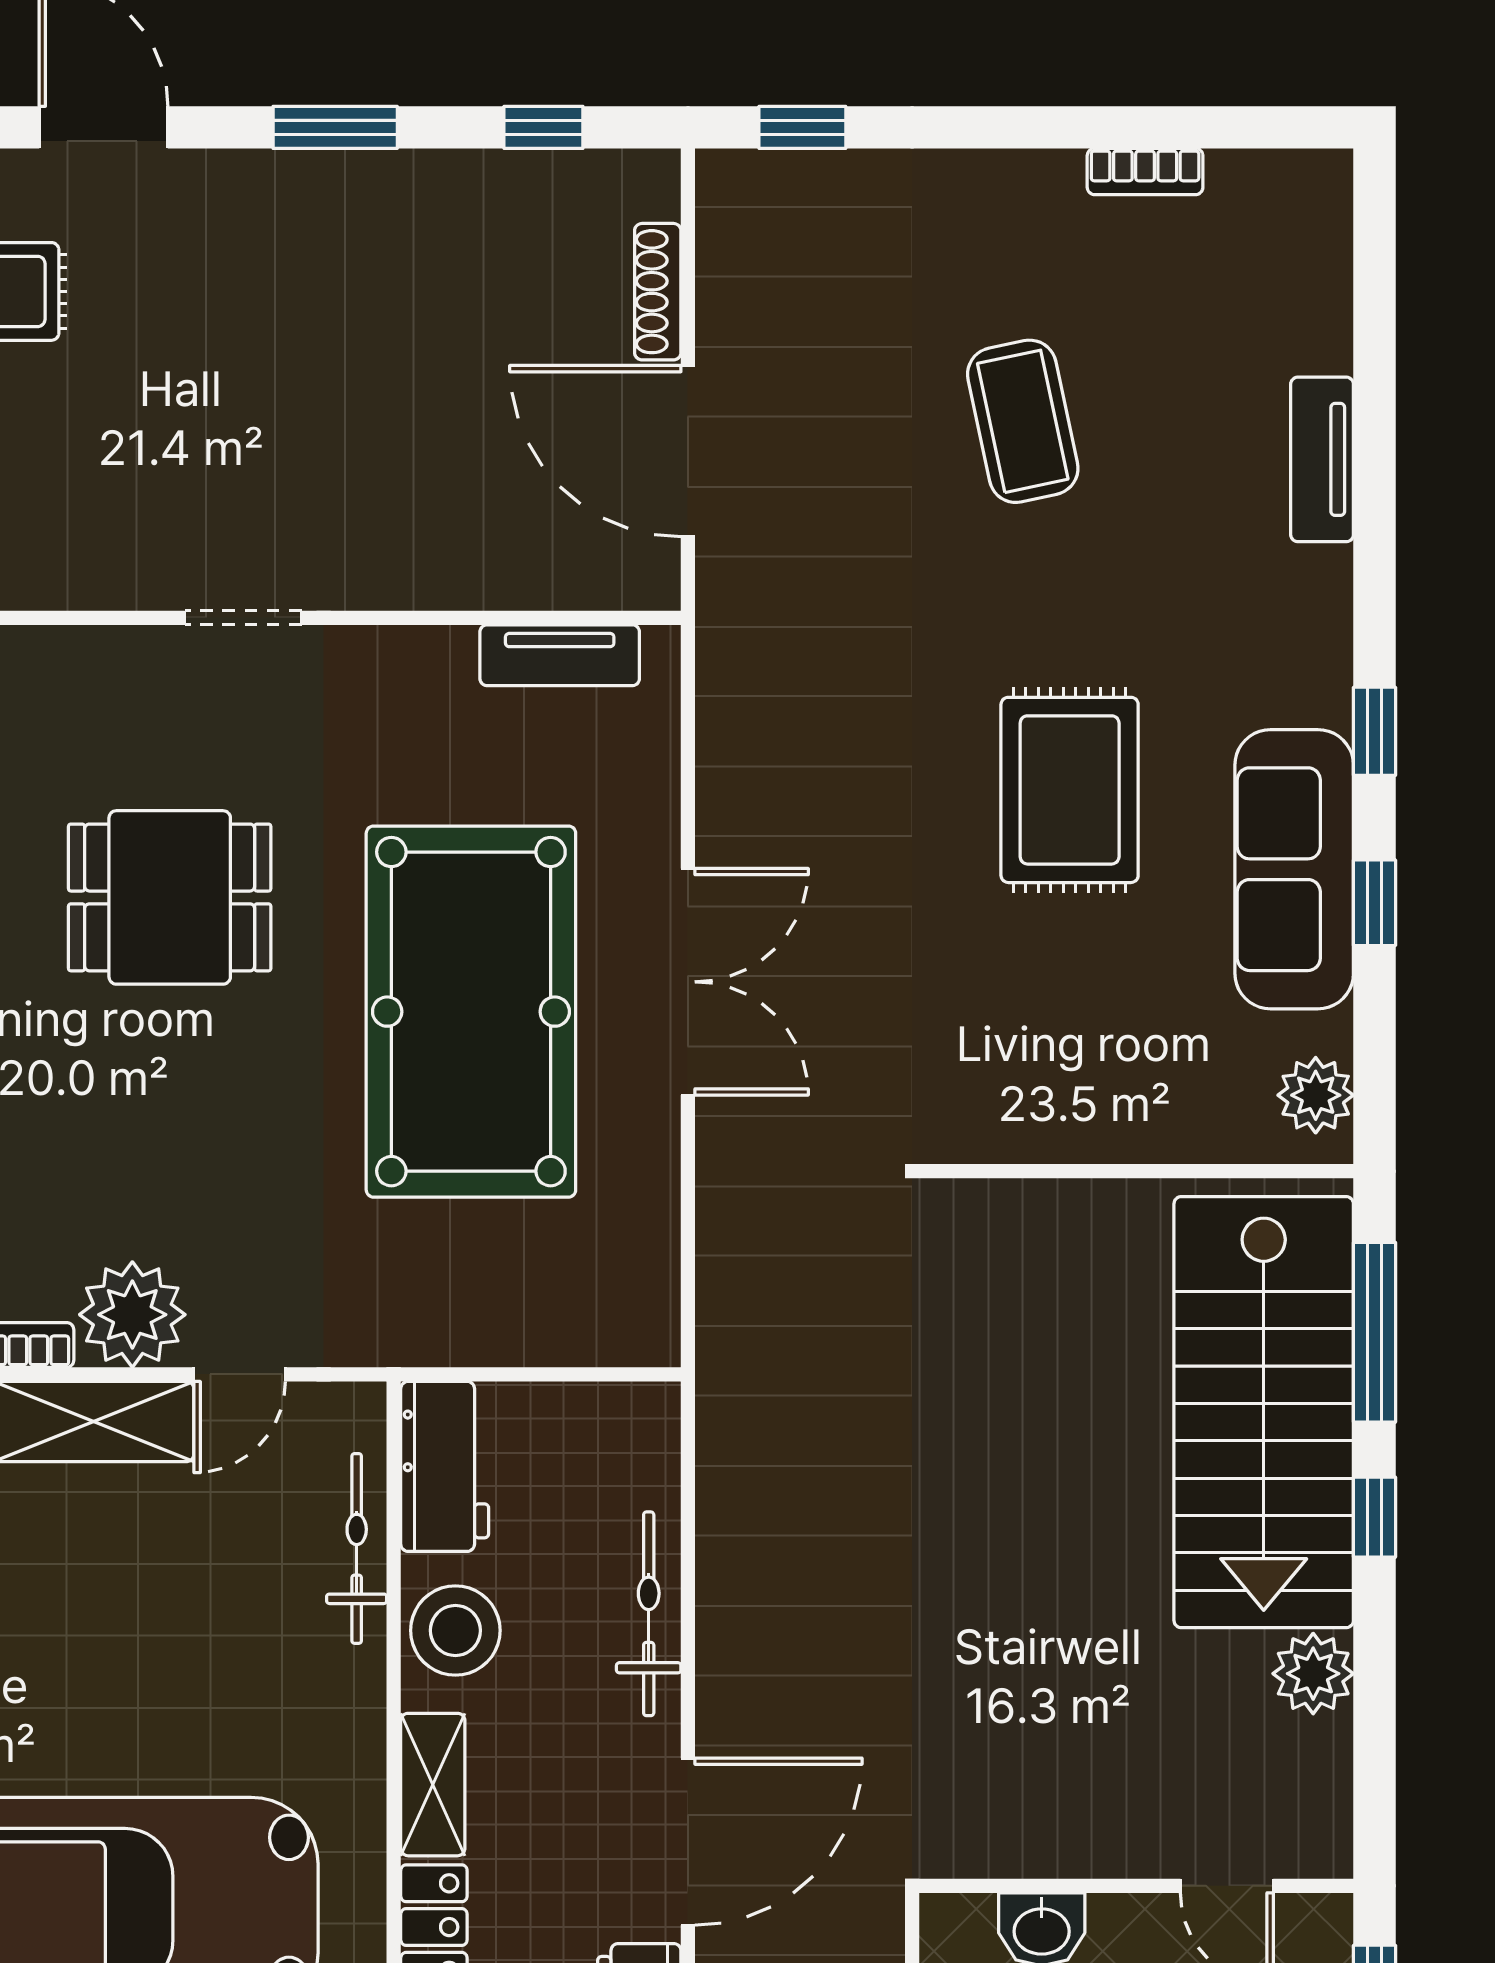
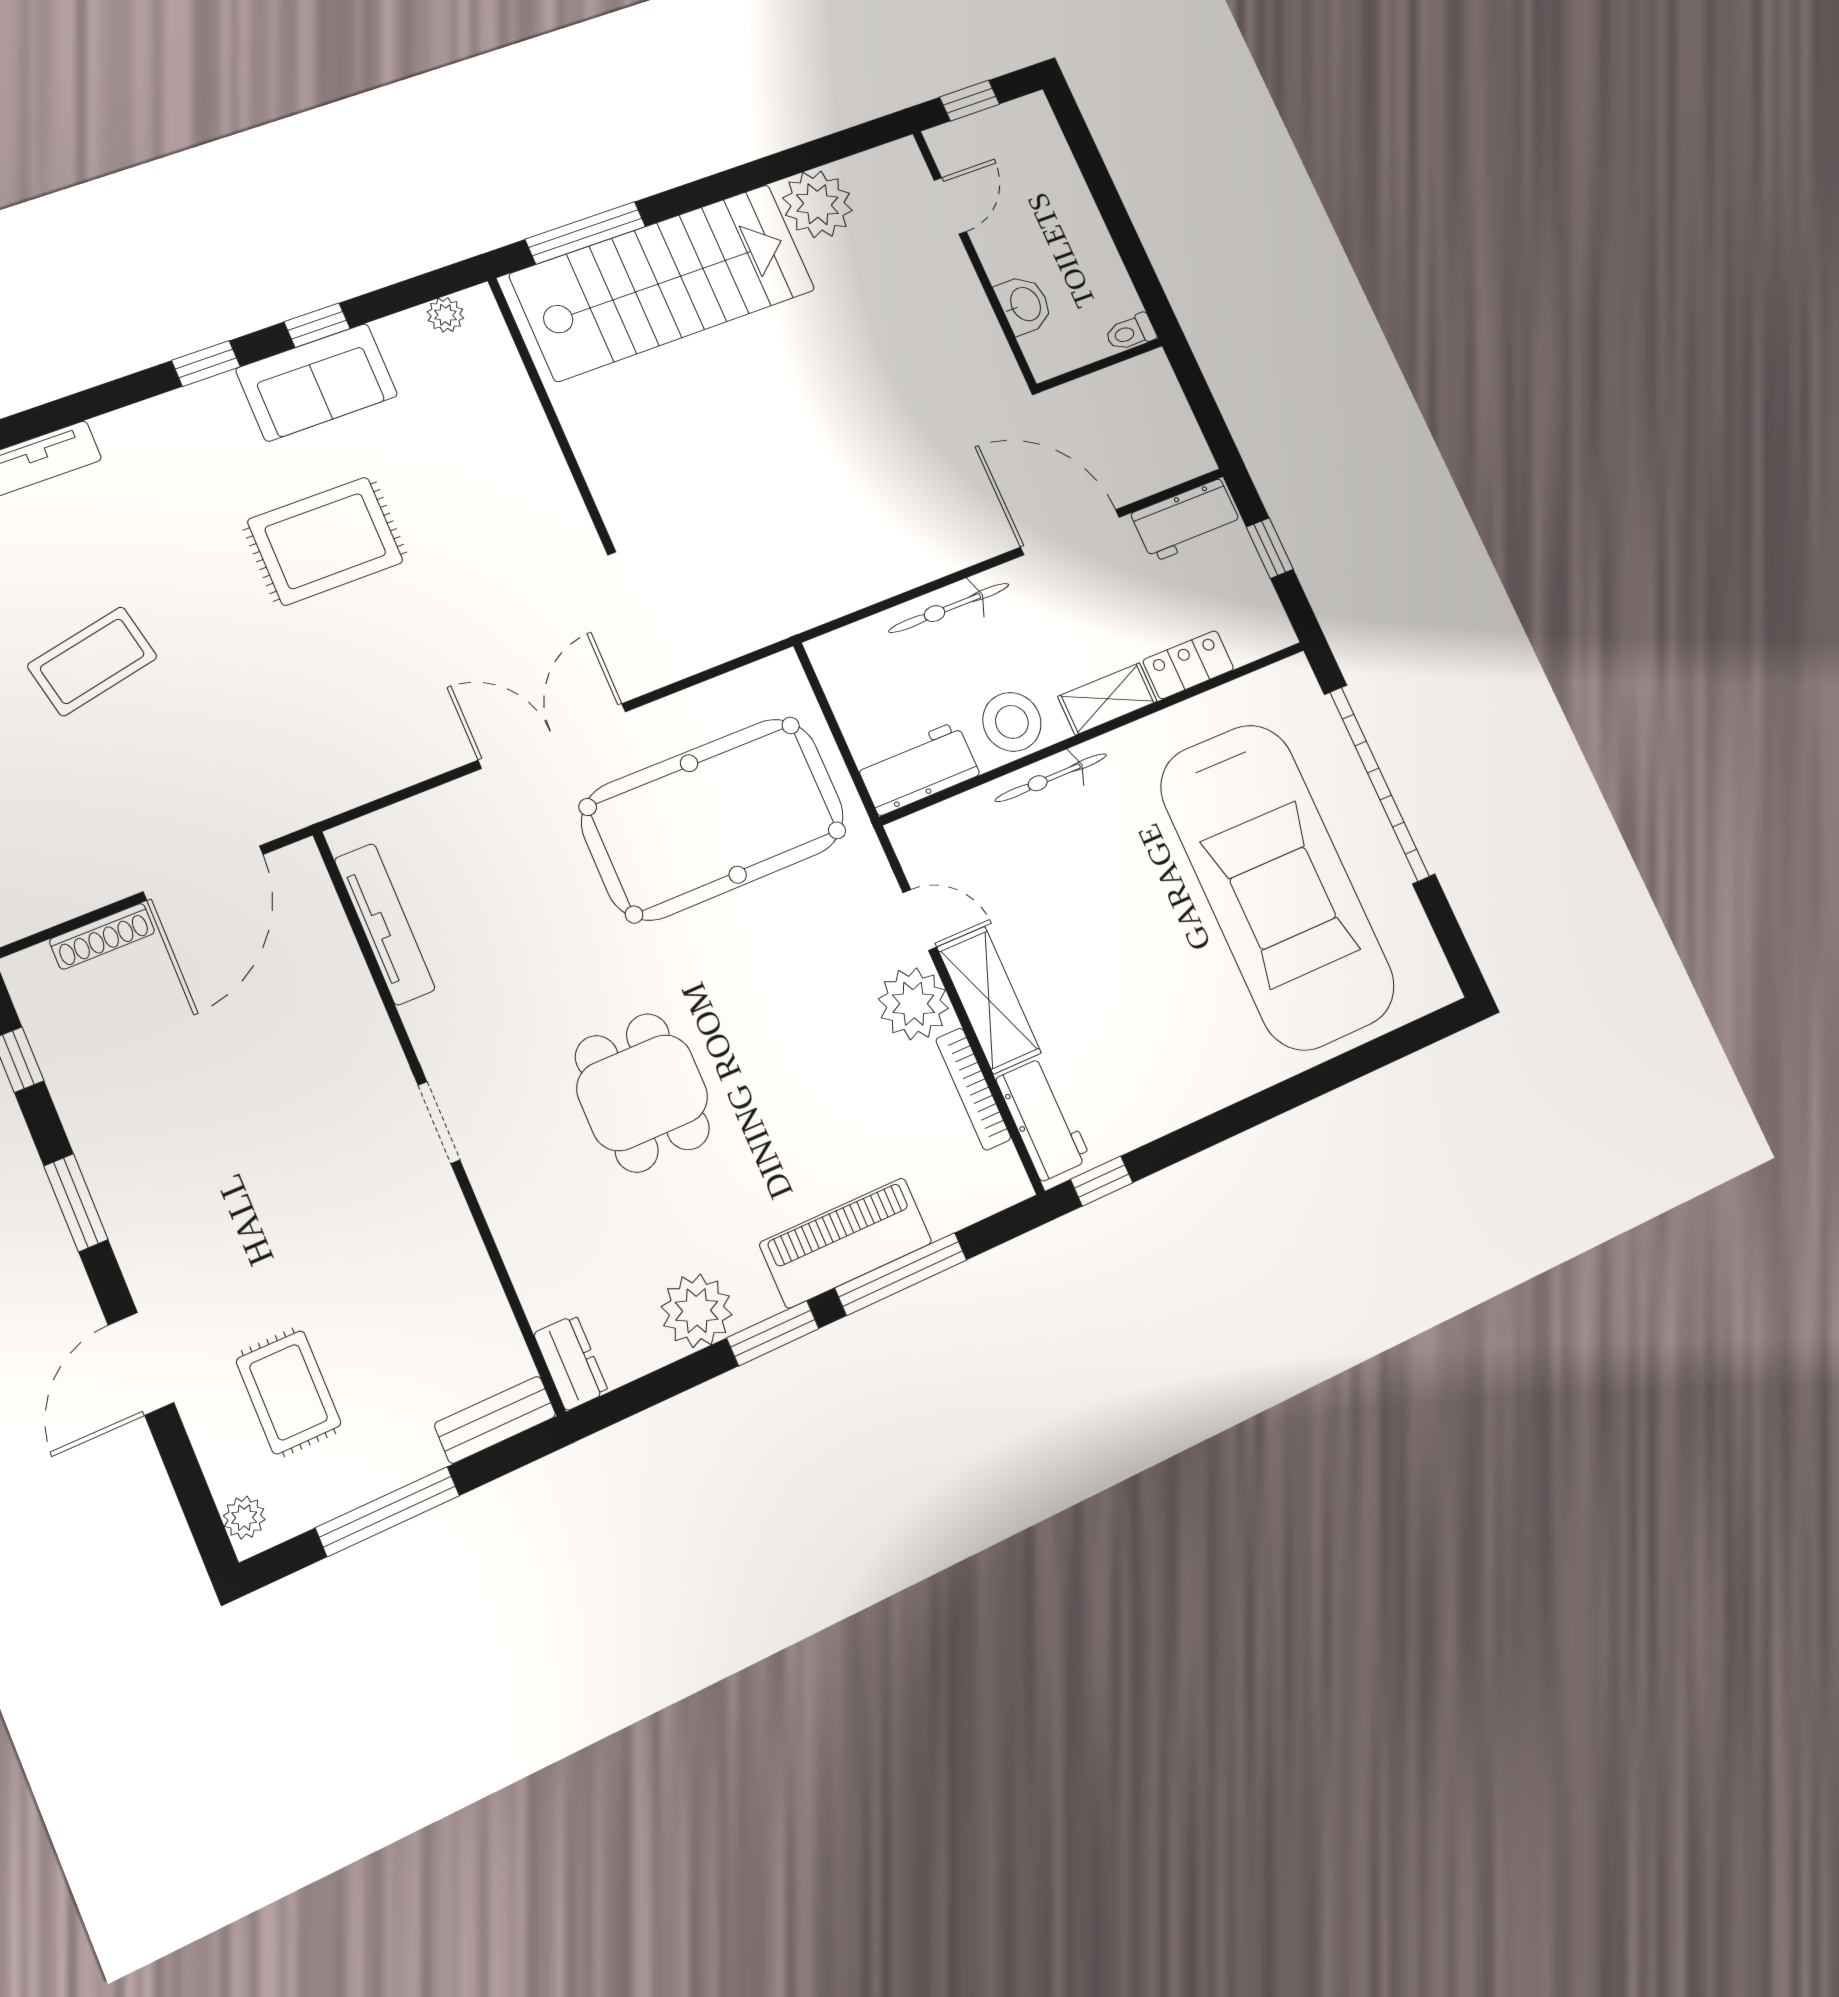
tv unit: (560, 655) -> (385, 924), width x1.41
sofa: (1294, 869) -> (317, 382), width x0.73
pool table: (471, 1012) -> (713, 819), moved
plant: (1316, 1095) -> (445, 315), width x0.73, depth x0.73
window: (1375, 1517) -> (697, 195), removed
bicycle: (357, 1548) -> (1051, 778), moved
plant: (1313, 1674) -> (817, 204), width x1.36, depth x1.36

